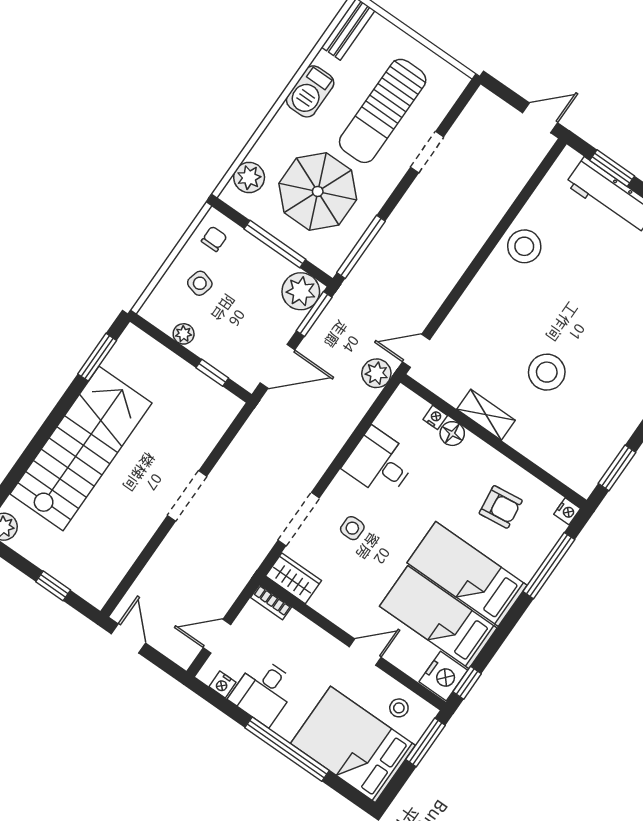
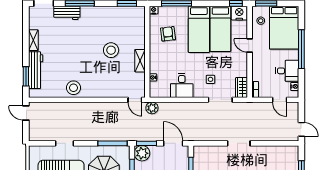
floor lamp: (452, 434) -> (154, 68), removed
door: (128, 638) -> (301, 129), swing flipped

